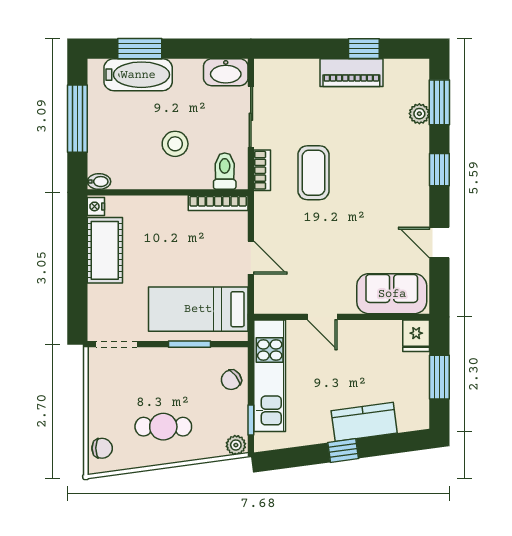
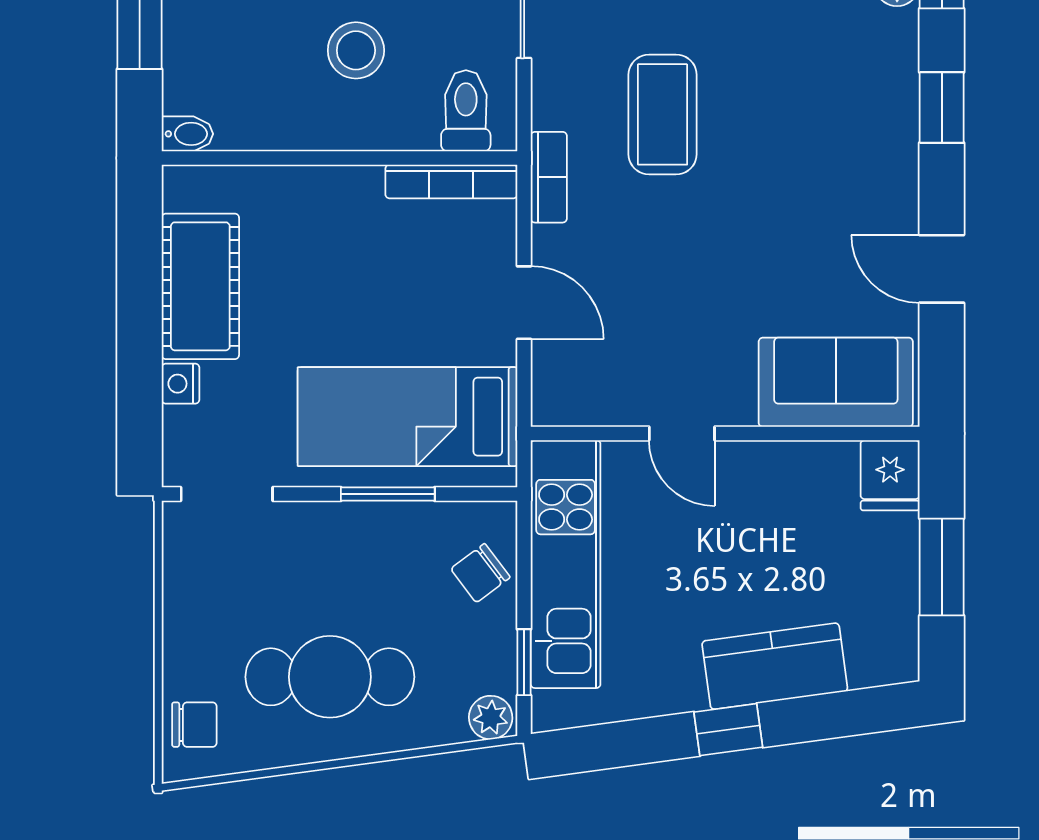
bookcase: (262, 170) -> (549, 177), moved
nightstand: (96, 206) -> (180, 384), moved
cafe table: (163, 427) -> (330, 677), width x1.37, depth x1.35

